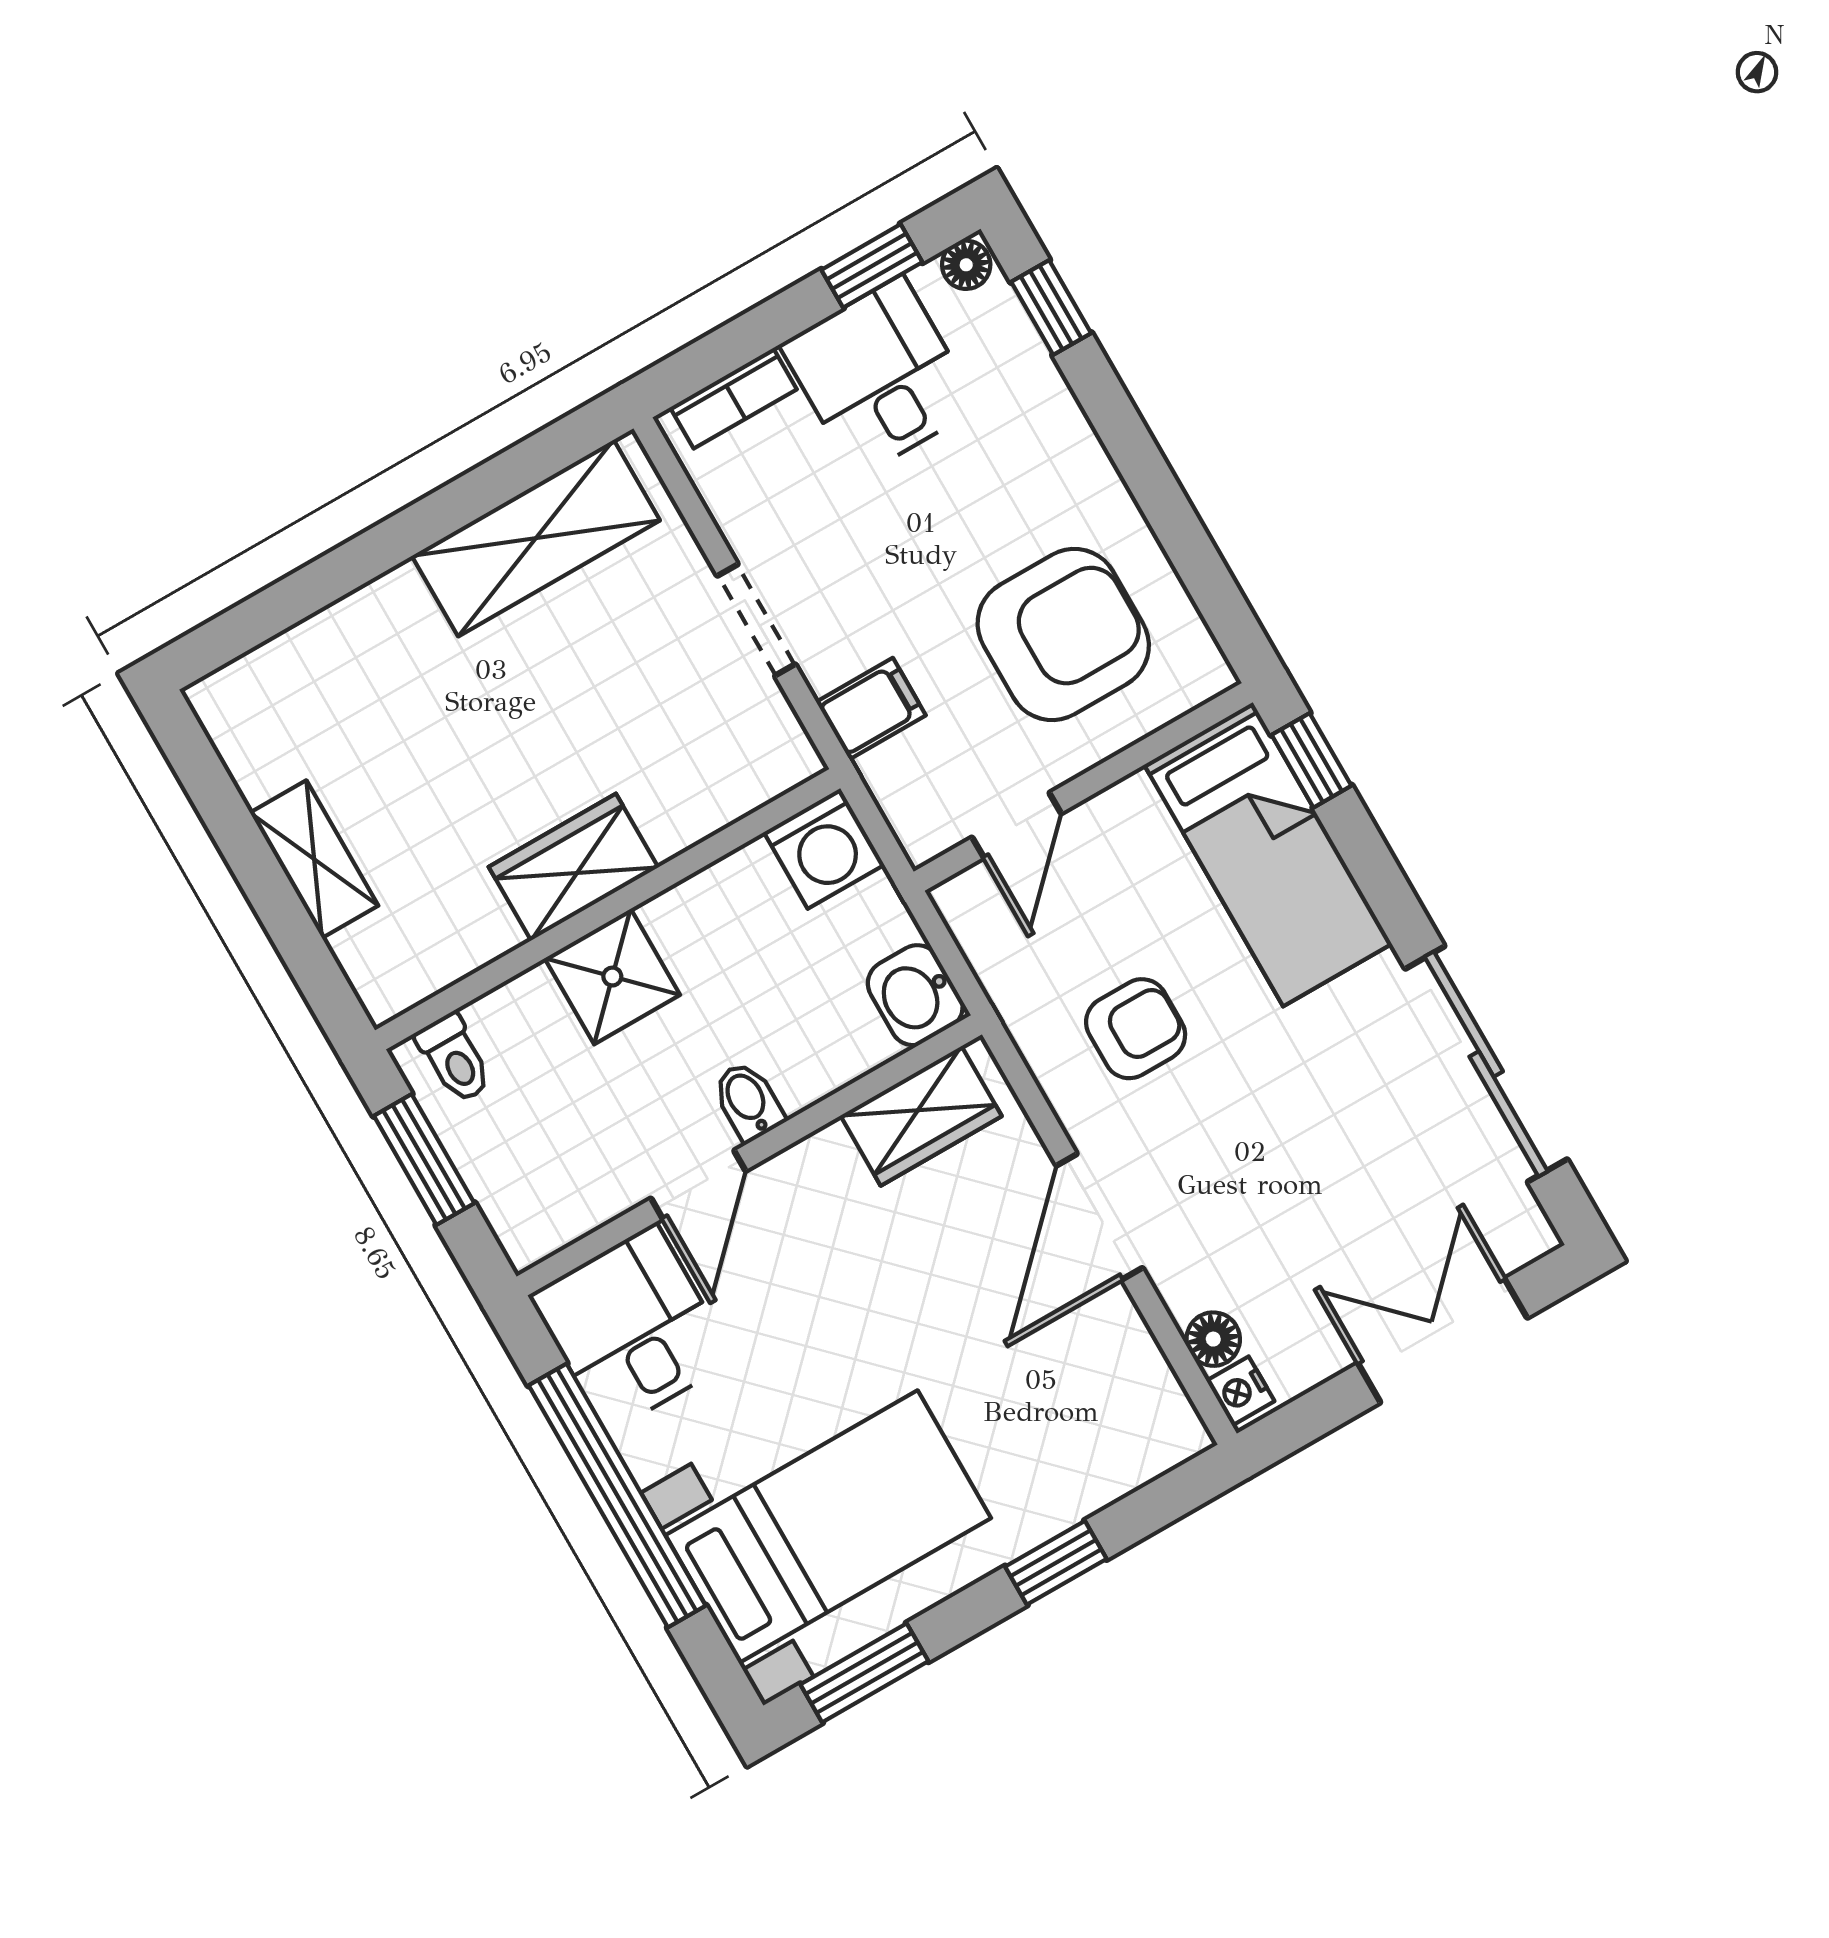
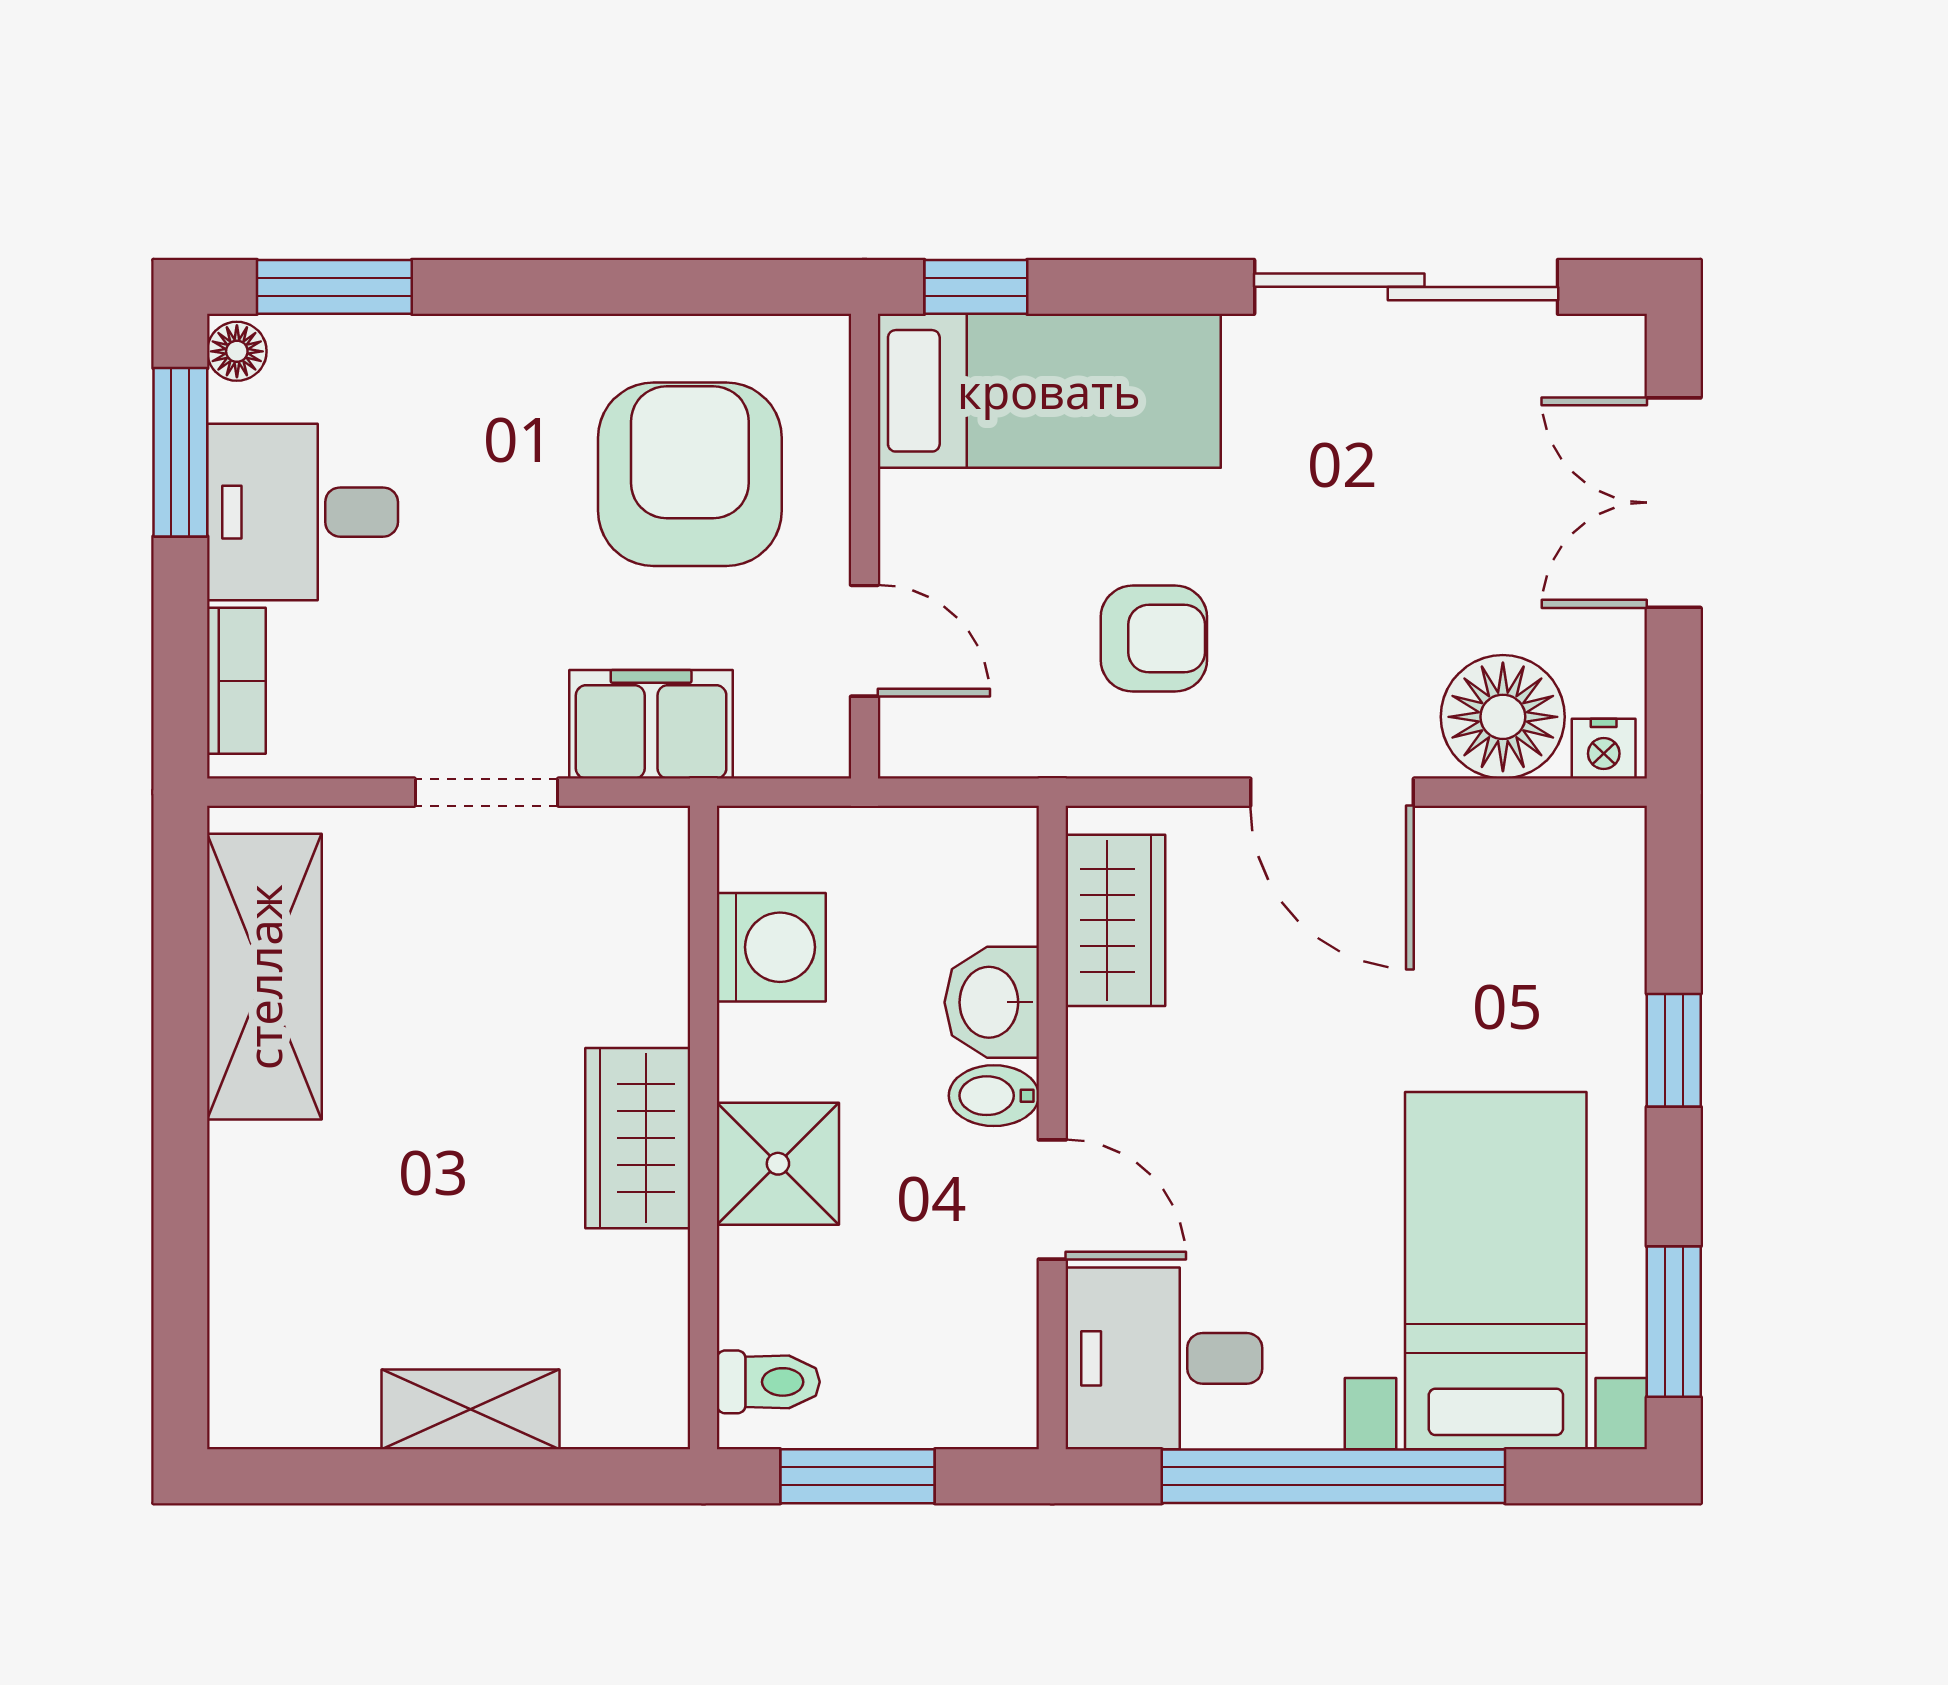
window: (872, 266) -> (180, 452), width x1.50
window: (1051, 308) -> (334, 287), width x1.50
filing cabinet: (871, 709) -> (651, 724), width x2.00
washing machine: (824, 848) -> (771, 947), moved
washbasin: (915, 995) -> (992, 1002), moved, turned 90
armchair: (1136, 1029) -> (1154, 639), turned 90
floor lamp: (1213, 1339) -> (1503, 717), width x1.89, depth x1.89

